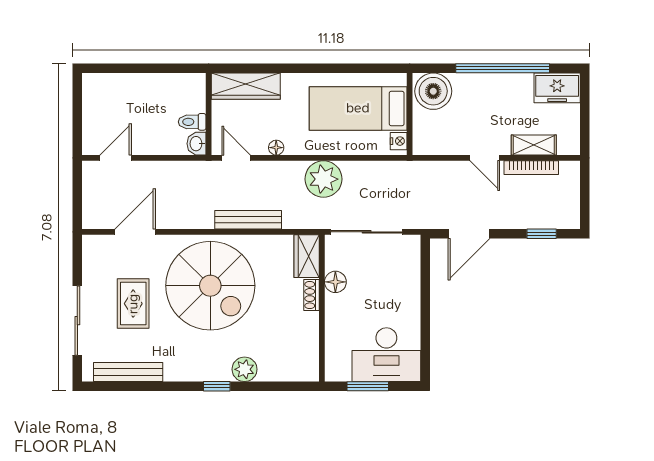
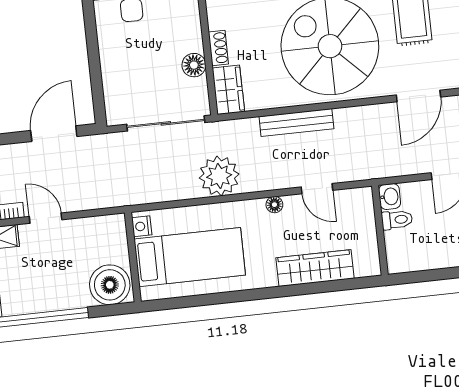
wall: (209, 114) -> (380, 230), moved
toilet: (192, 122) -> (397, 220), moved
washbasin: (197, 144) -> (390, 197), moved

